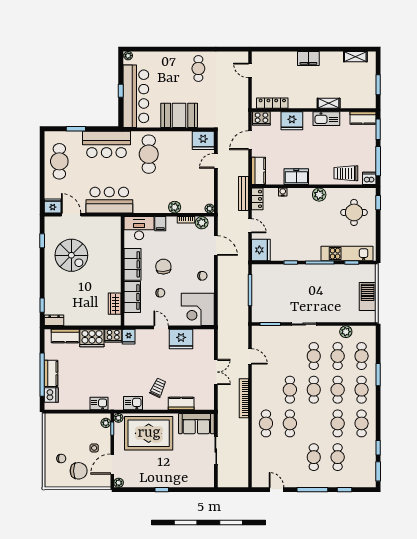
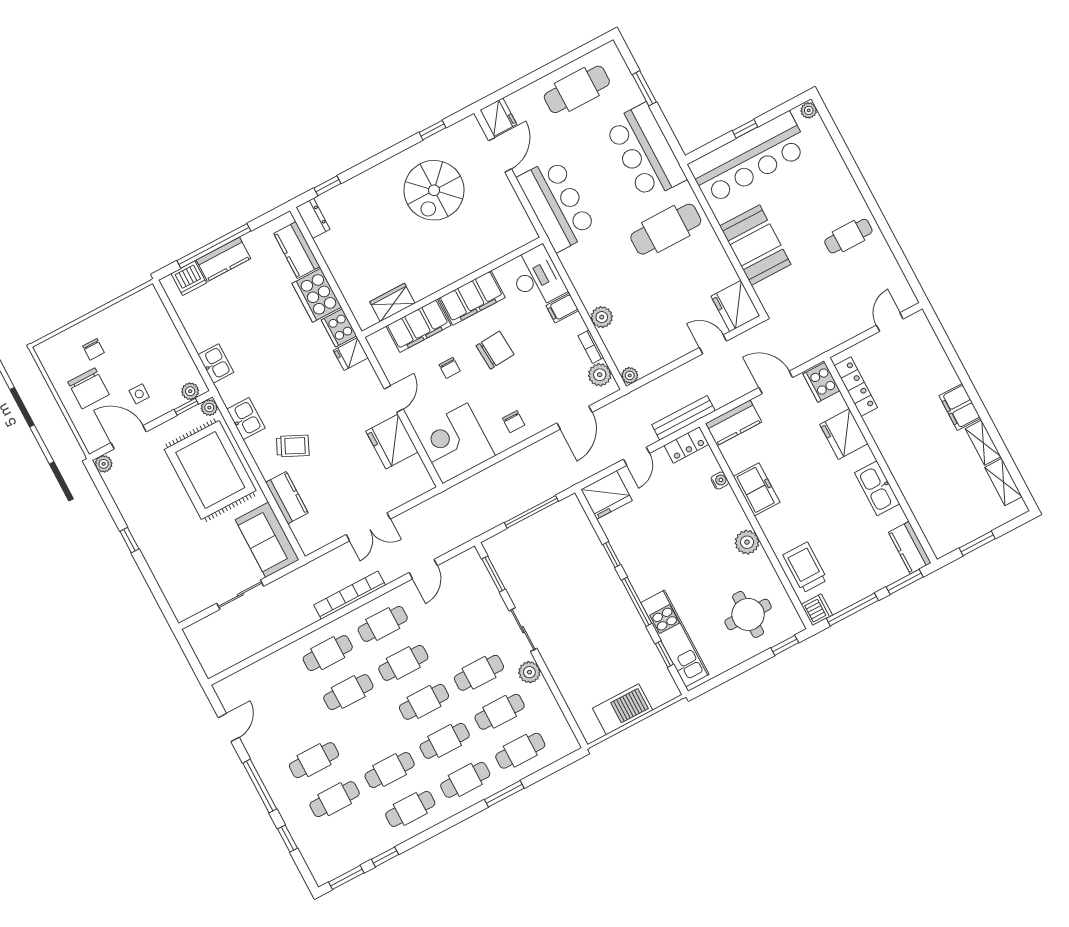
shelving: (329, 103) -> (983, 443), moved
plant: (346, 332) -> (529, 672), moved
cafe table: (266, 390) -> (383, 624), added

